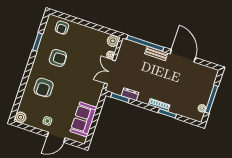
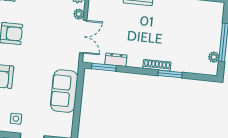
double door: (110, 72) -> (83, 37), swing flipped
sofa: (83, 119) -> (64, 91), moved

